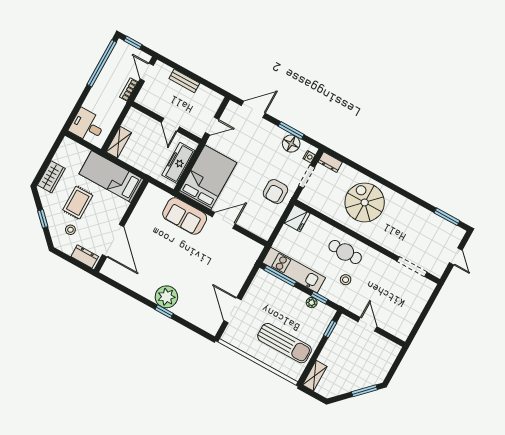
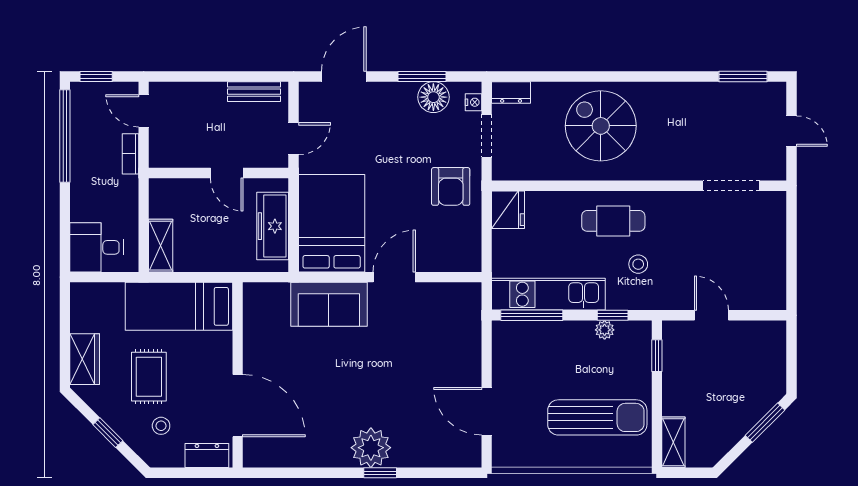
bench: (184, 81) -> (254, 92), moved

